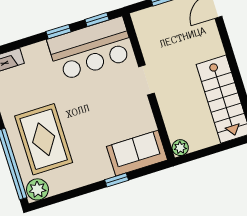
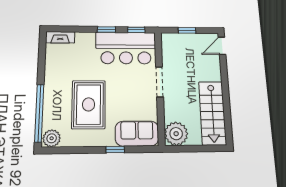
doorway: (146, 80) -> (160, 82), width x1.38
rug: (44, 139) -> (89, 104), moved
plant: (180, 148) -> (176, 134), width x1.87, depth x1.87

